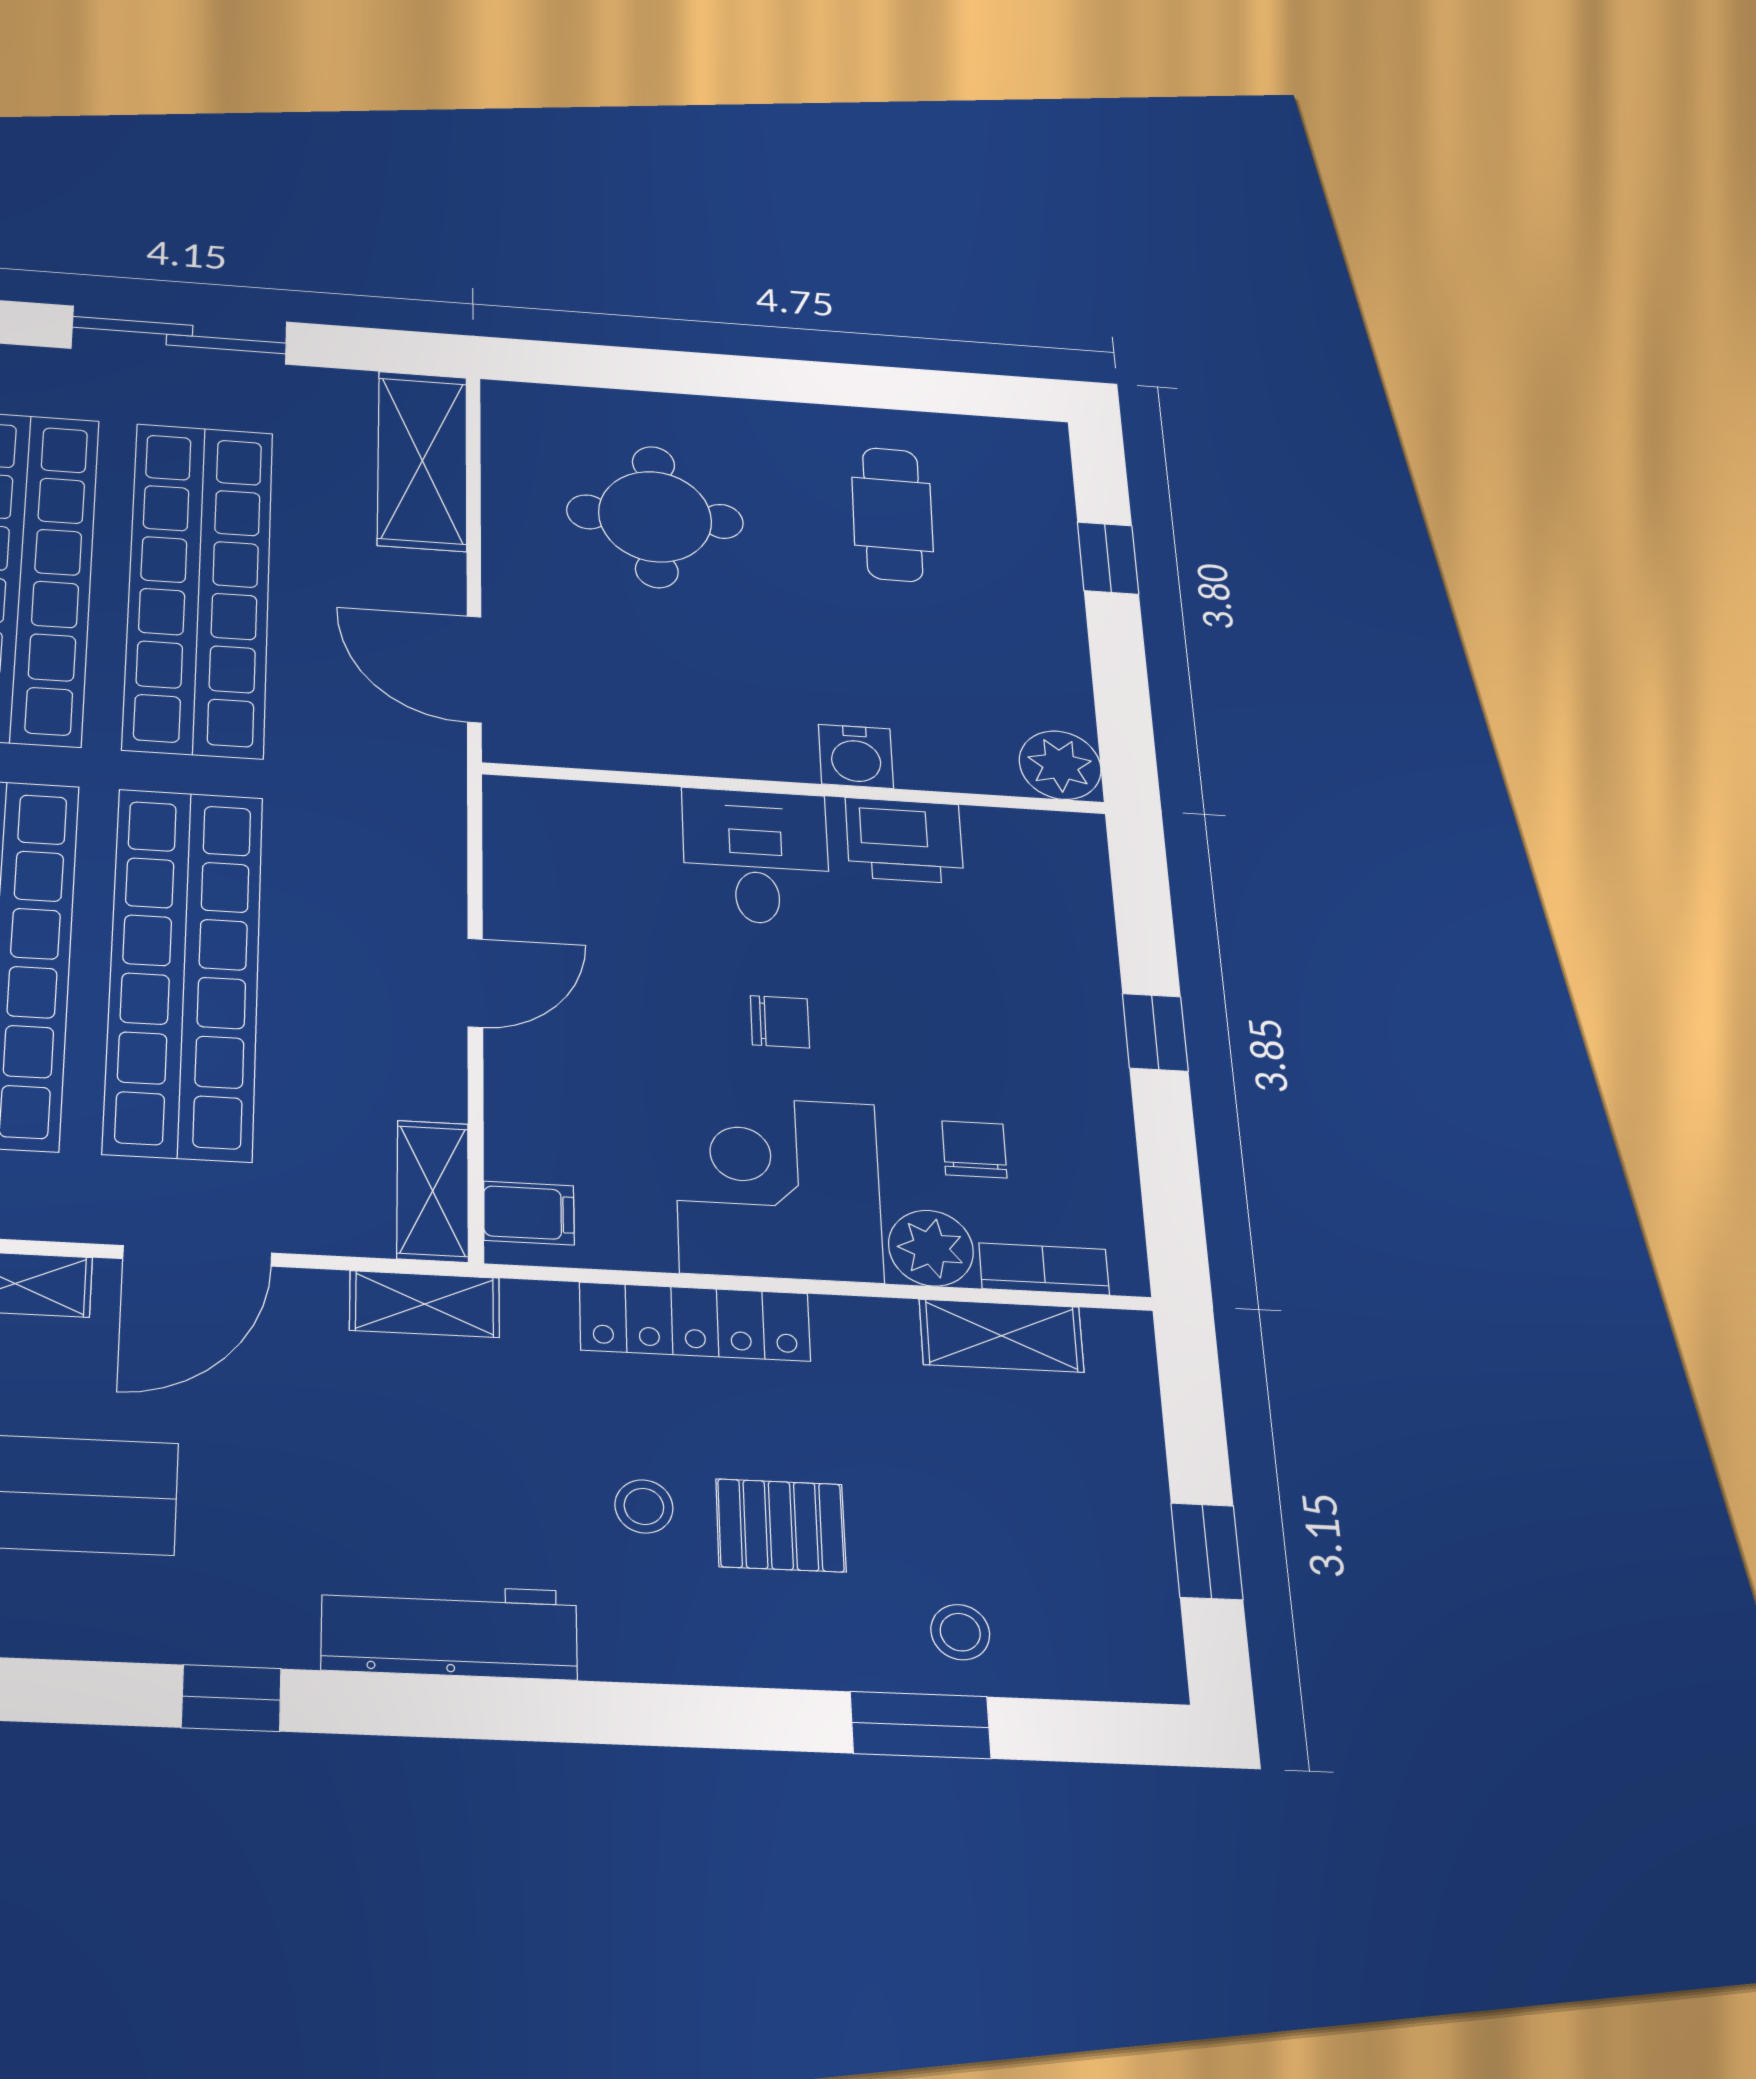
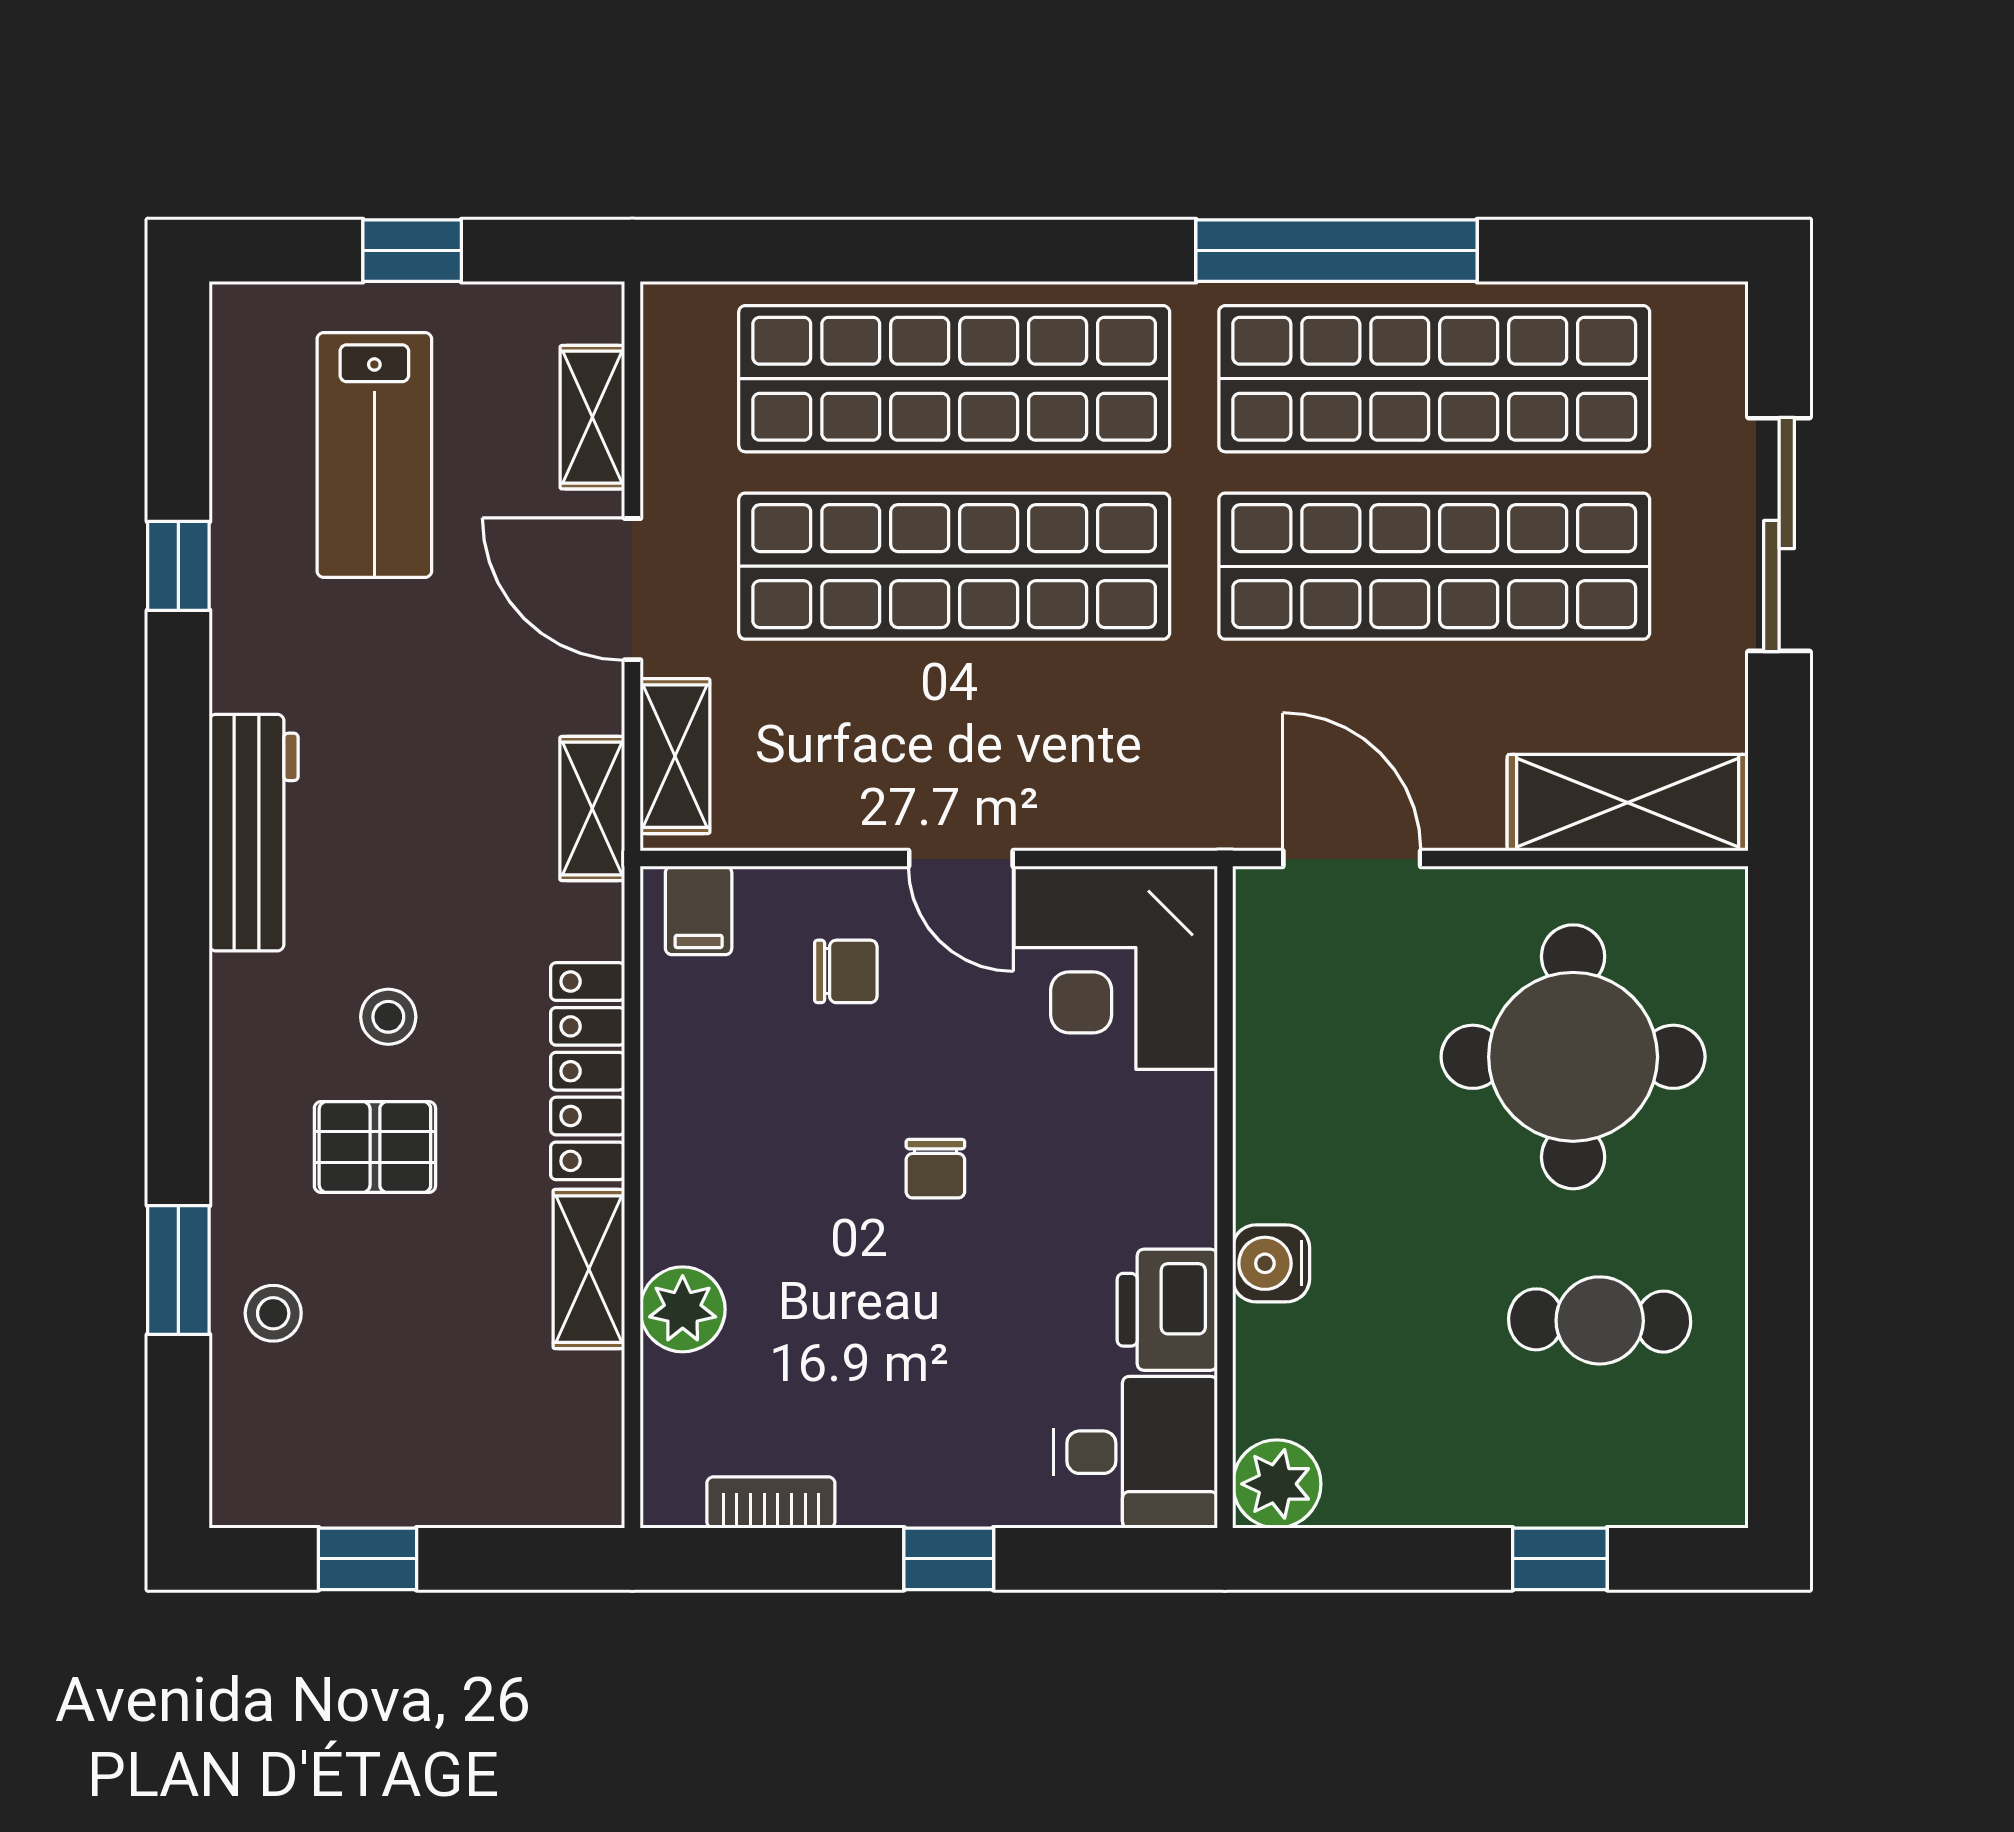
round table: (655, 517) -> (1573, 1057), width x1.36, depth x1.36
door: (474, 669) -> (1352, 859), hinge flipped
desk: (756, 857) -> (1136, 1452), moved
chair: (974, 1149) -> (846, 971), moved
corner desk: (778, 1188) -> (1116, 968), moved, turned 180
shelving: (433, 1191) -> (675, 756), moved, turned 90
bookcase: (1044, 1269) -> (771, 1502), moved, turned -90
shelving: (1002, 1336) -> (589, 1269), moved
pallet: (781, 1525) -> (375, 1147), turned 90
window: (231, 1698) -> (178, 566), moved

